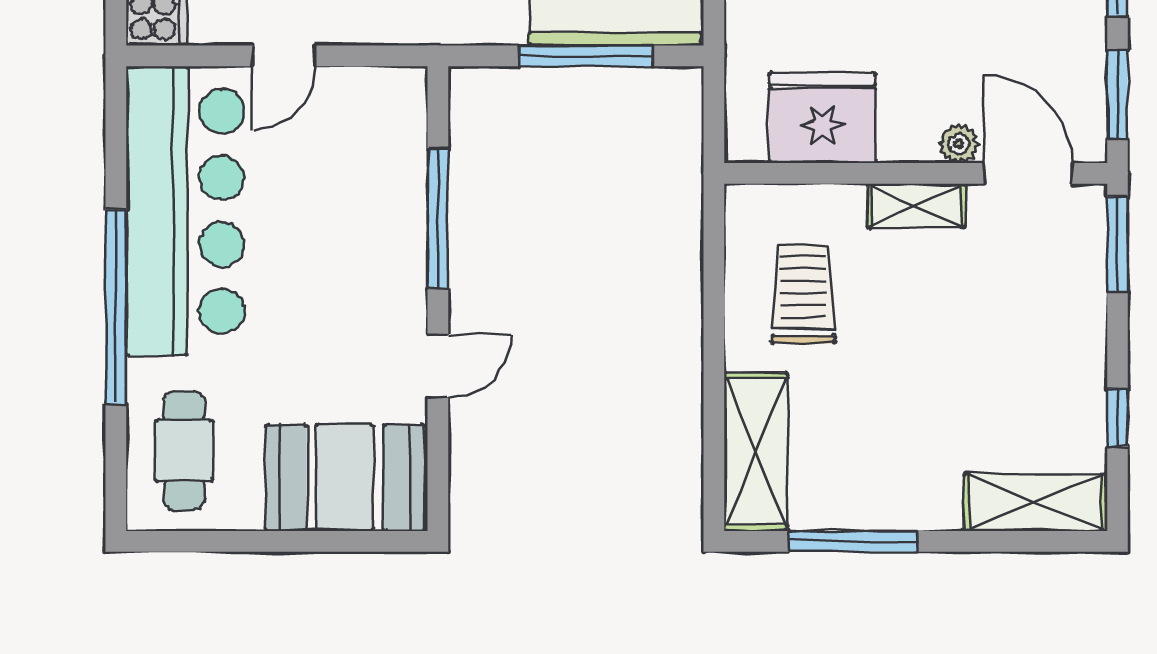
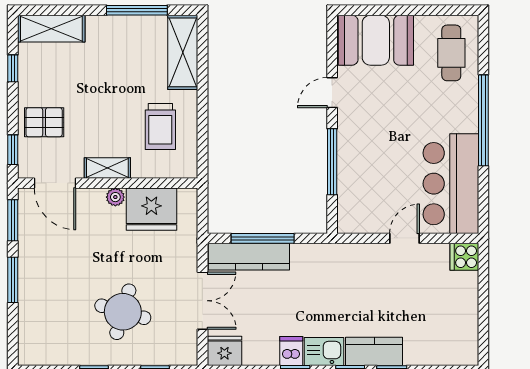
plant: (959, 144) -> (115, 197), moved
bar counter: (185, 211) -> (451, 184), width x0.73
window: (1118, 244) -> (13, 150), width x0.67
pallet: (1051, 303) -> (44, 122), added

